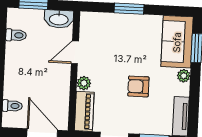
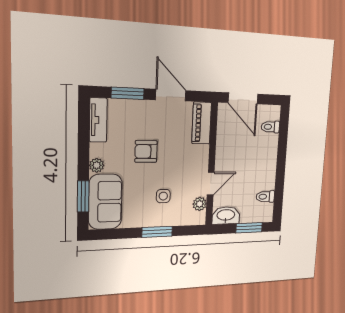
side table: (123, 43) -> (163, 196), added
plant: (84, 83) -> (200, 204), moved
armchair: (138, 86) -> (146, 151), turned 180

